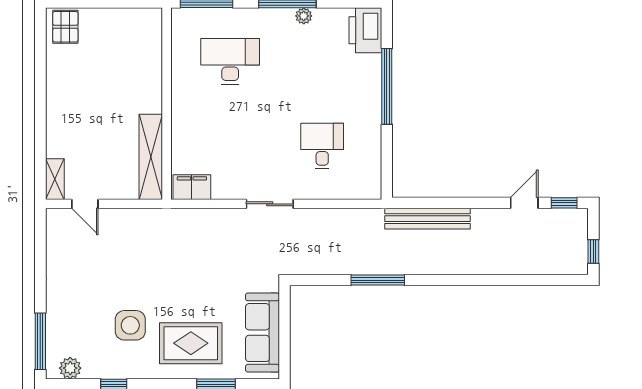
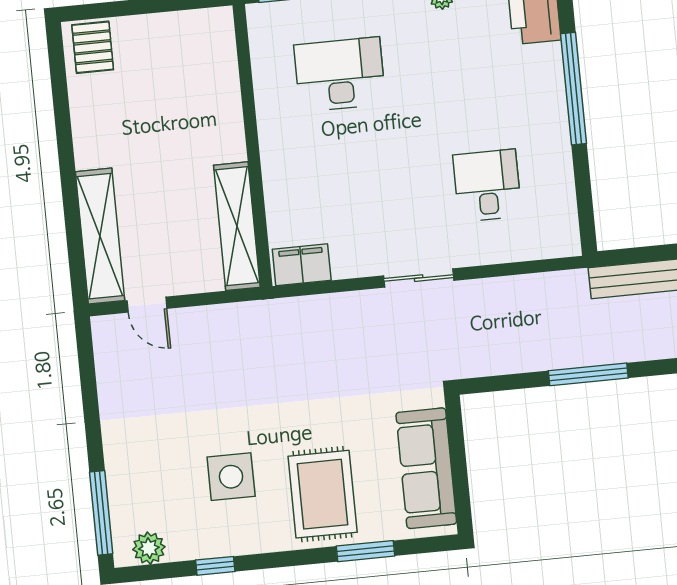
shelving: (55, 179) -> (100, 236), width x2.20, depth x1.33
rug: (191, 343) -> (323, 494), turned 90

